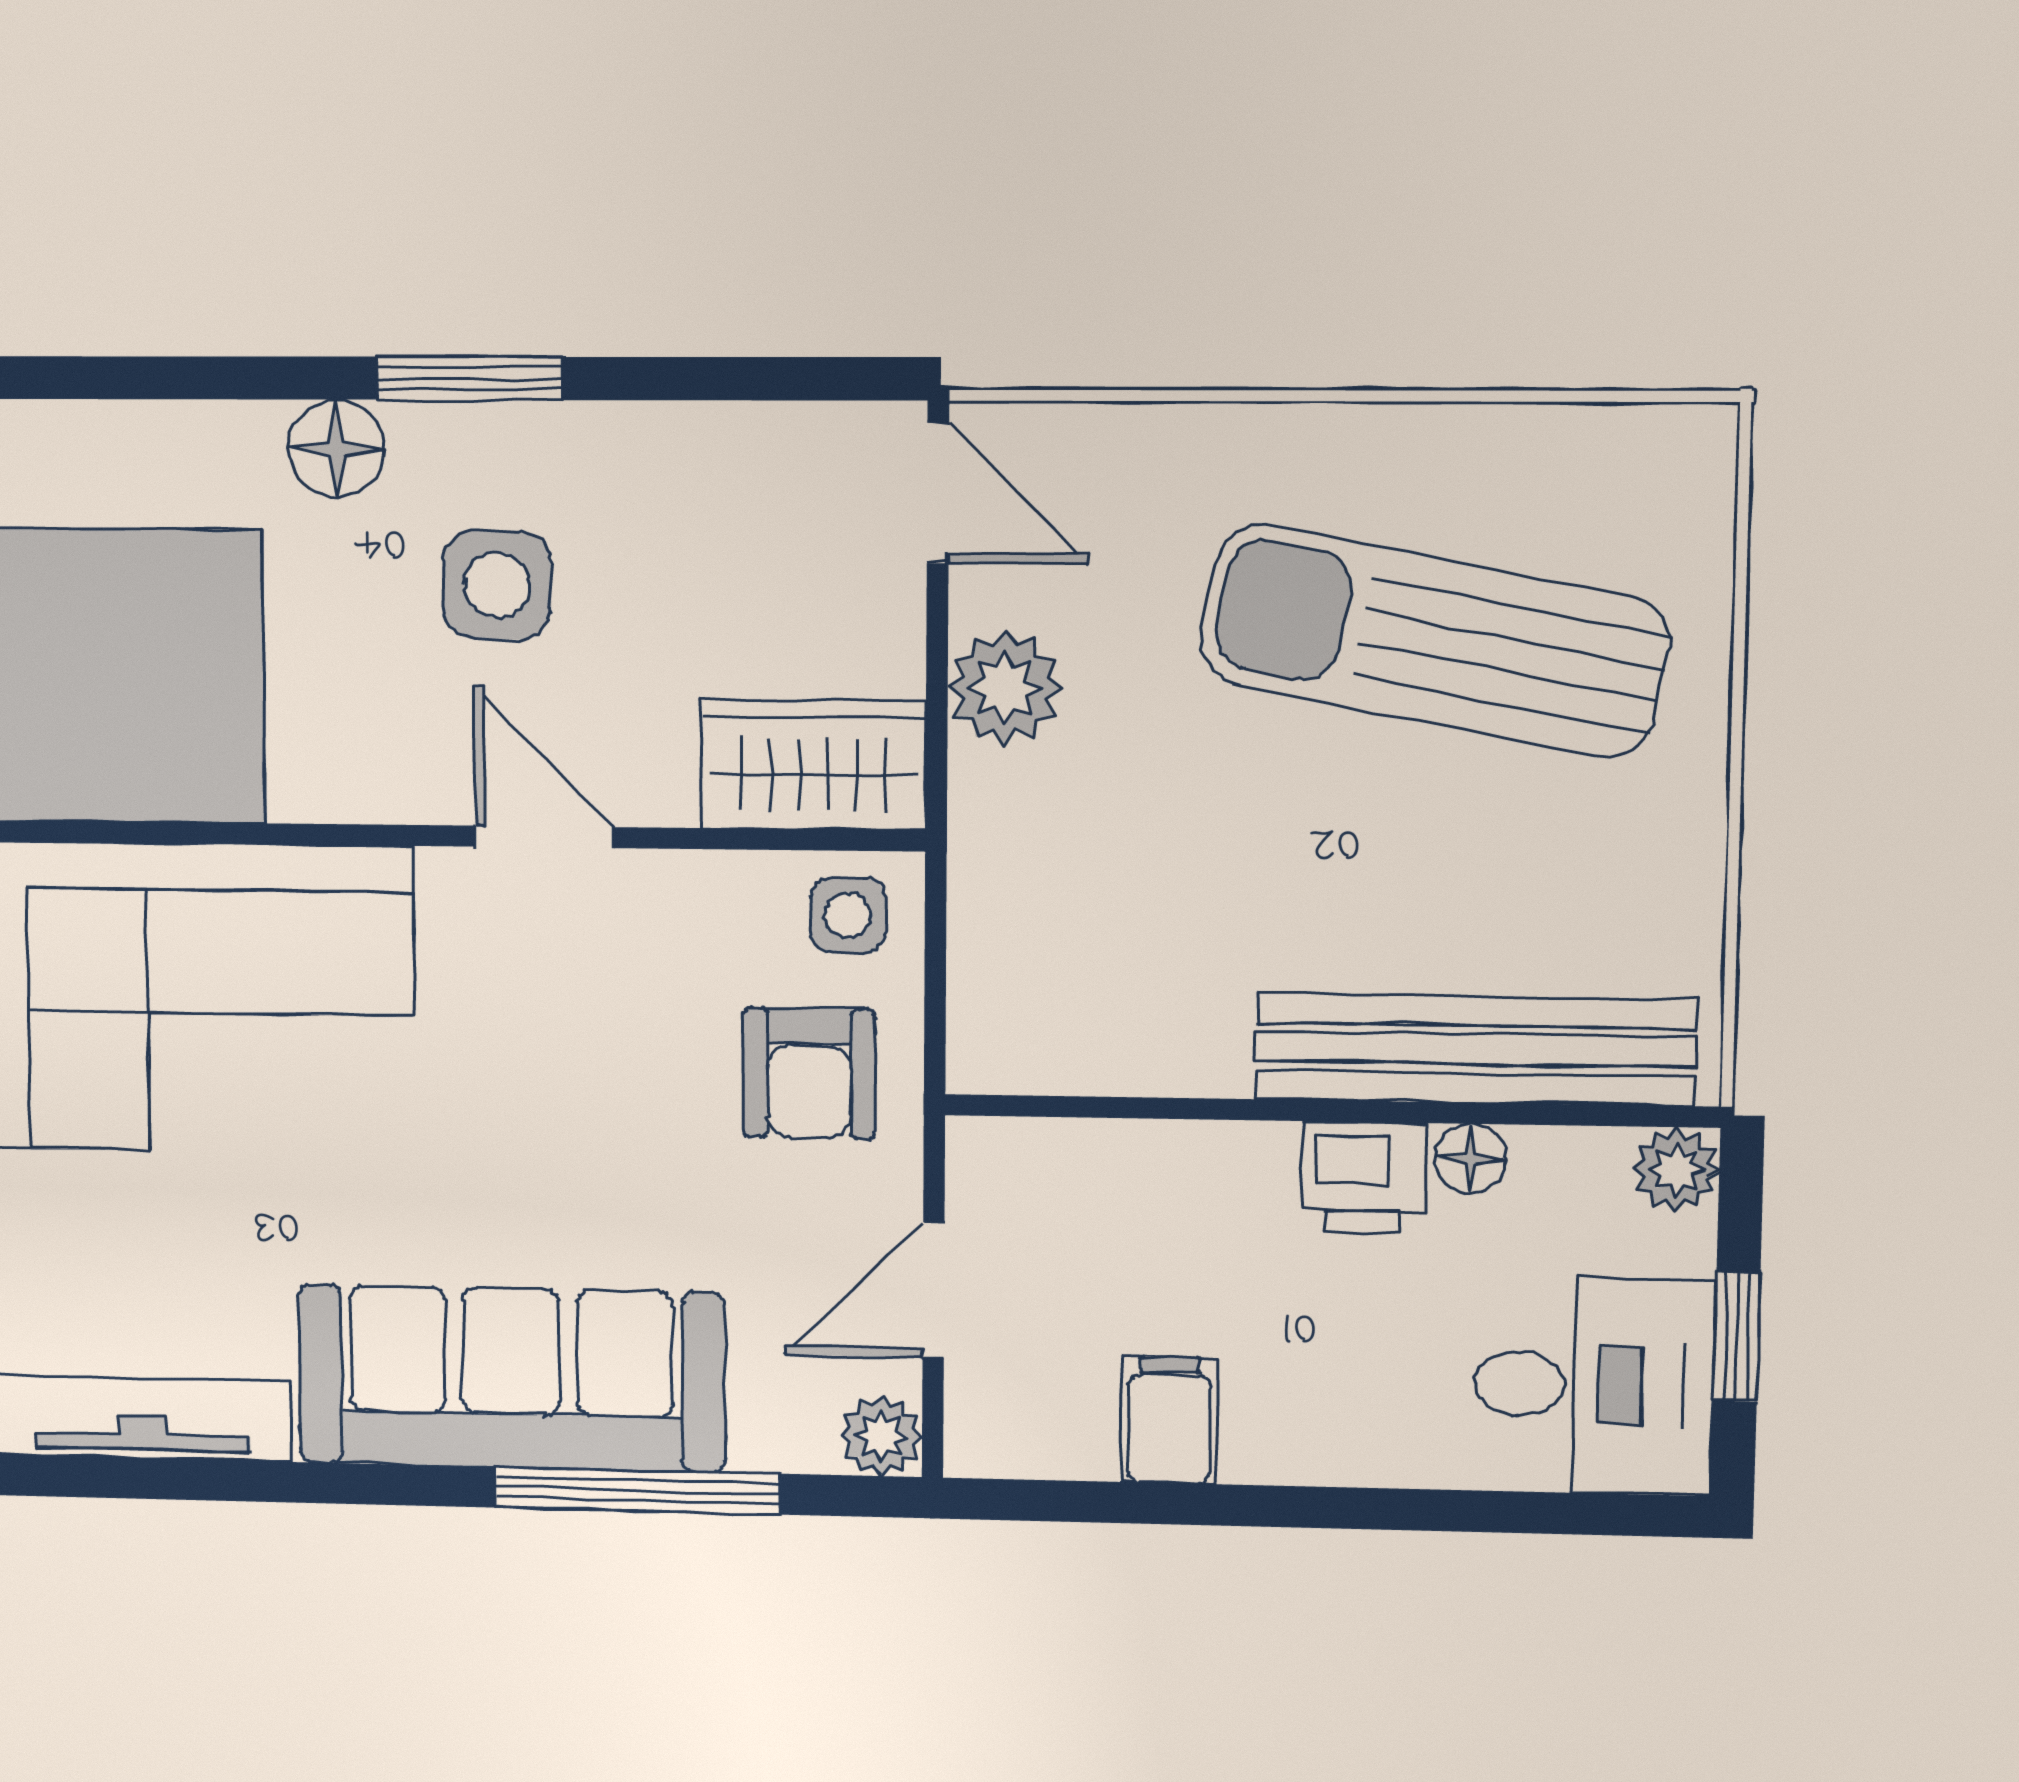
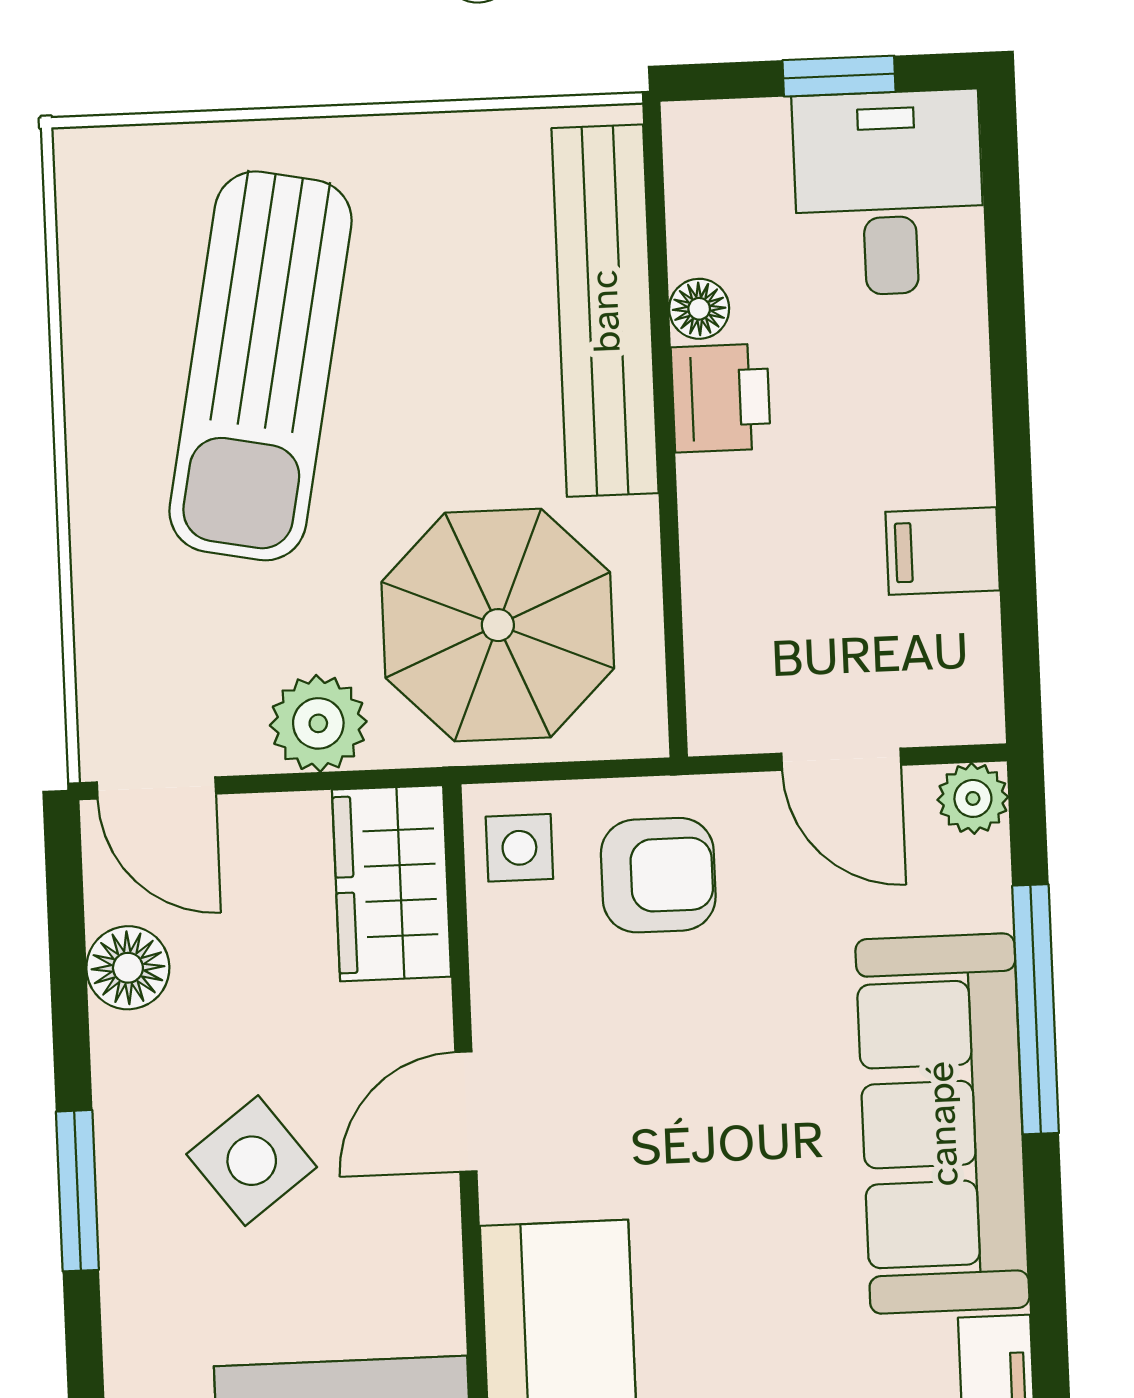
floor lamp: (336, 449) -> (128, 968), moved
door: (938, 493) -> (156, 788), swing flipped
side table: (497, 585) -> (252, 1161), turned -37
parasol: (1110, 904) -> (498, 625), added
plant: (1676, 1169) -> (698, 136), removed

